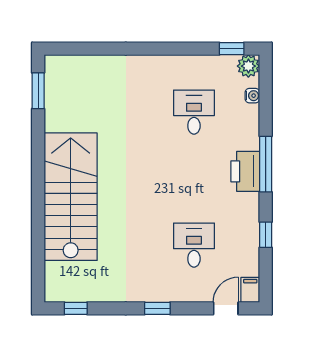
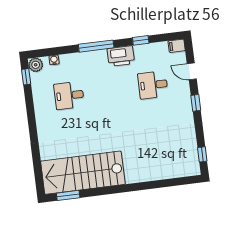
printer: (245, 171) -> (121, 56), moved
stairs: (71, 197) -> (83, 173), moved
door: (226, 308) -> (192, 71), moved

